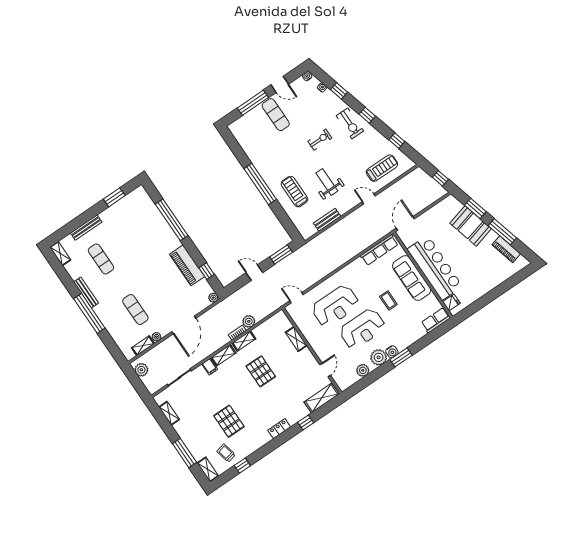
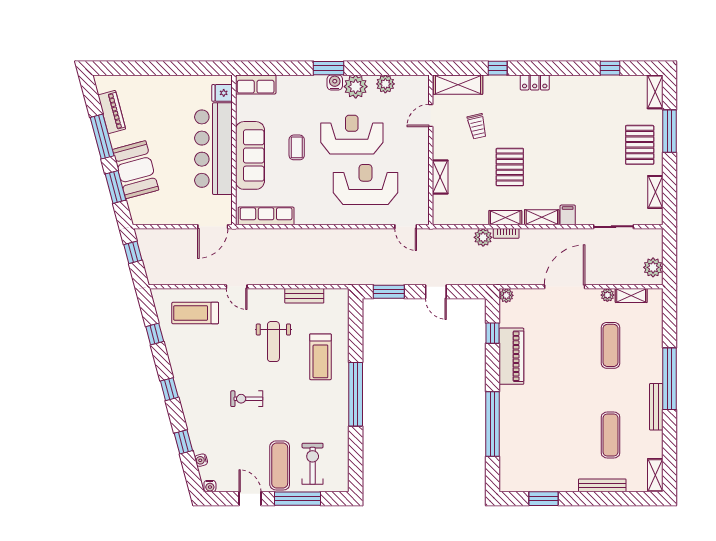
exercise bike: (350, 123) -> (313, 464), moved
pallet: (229, 421) -> (640, 145), moved
trolley: (226, 453) -> (477, 126), moved

